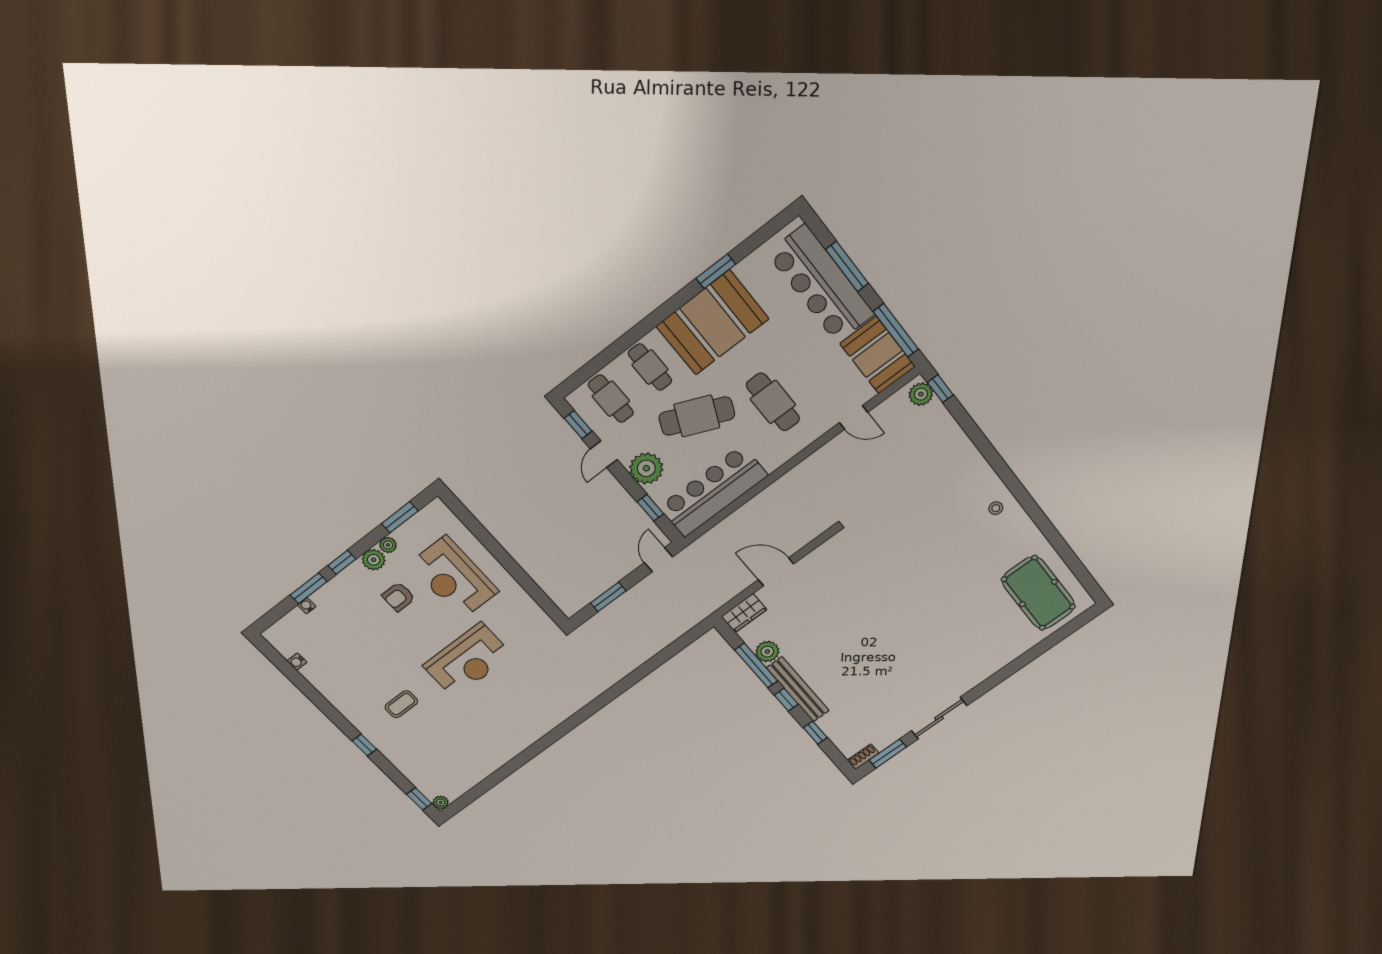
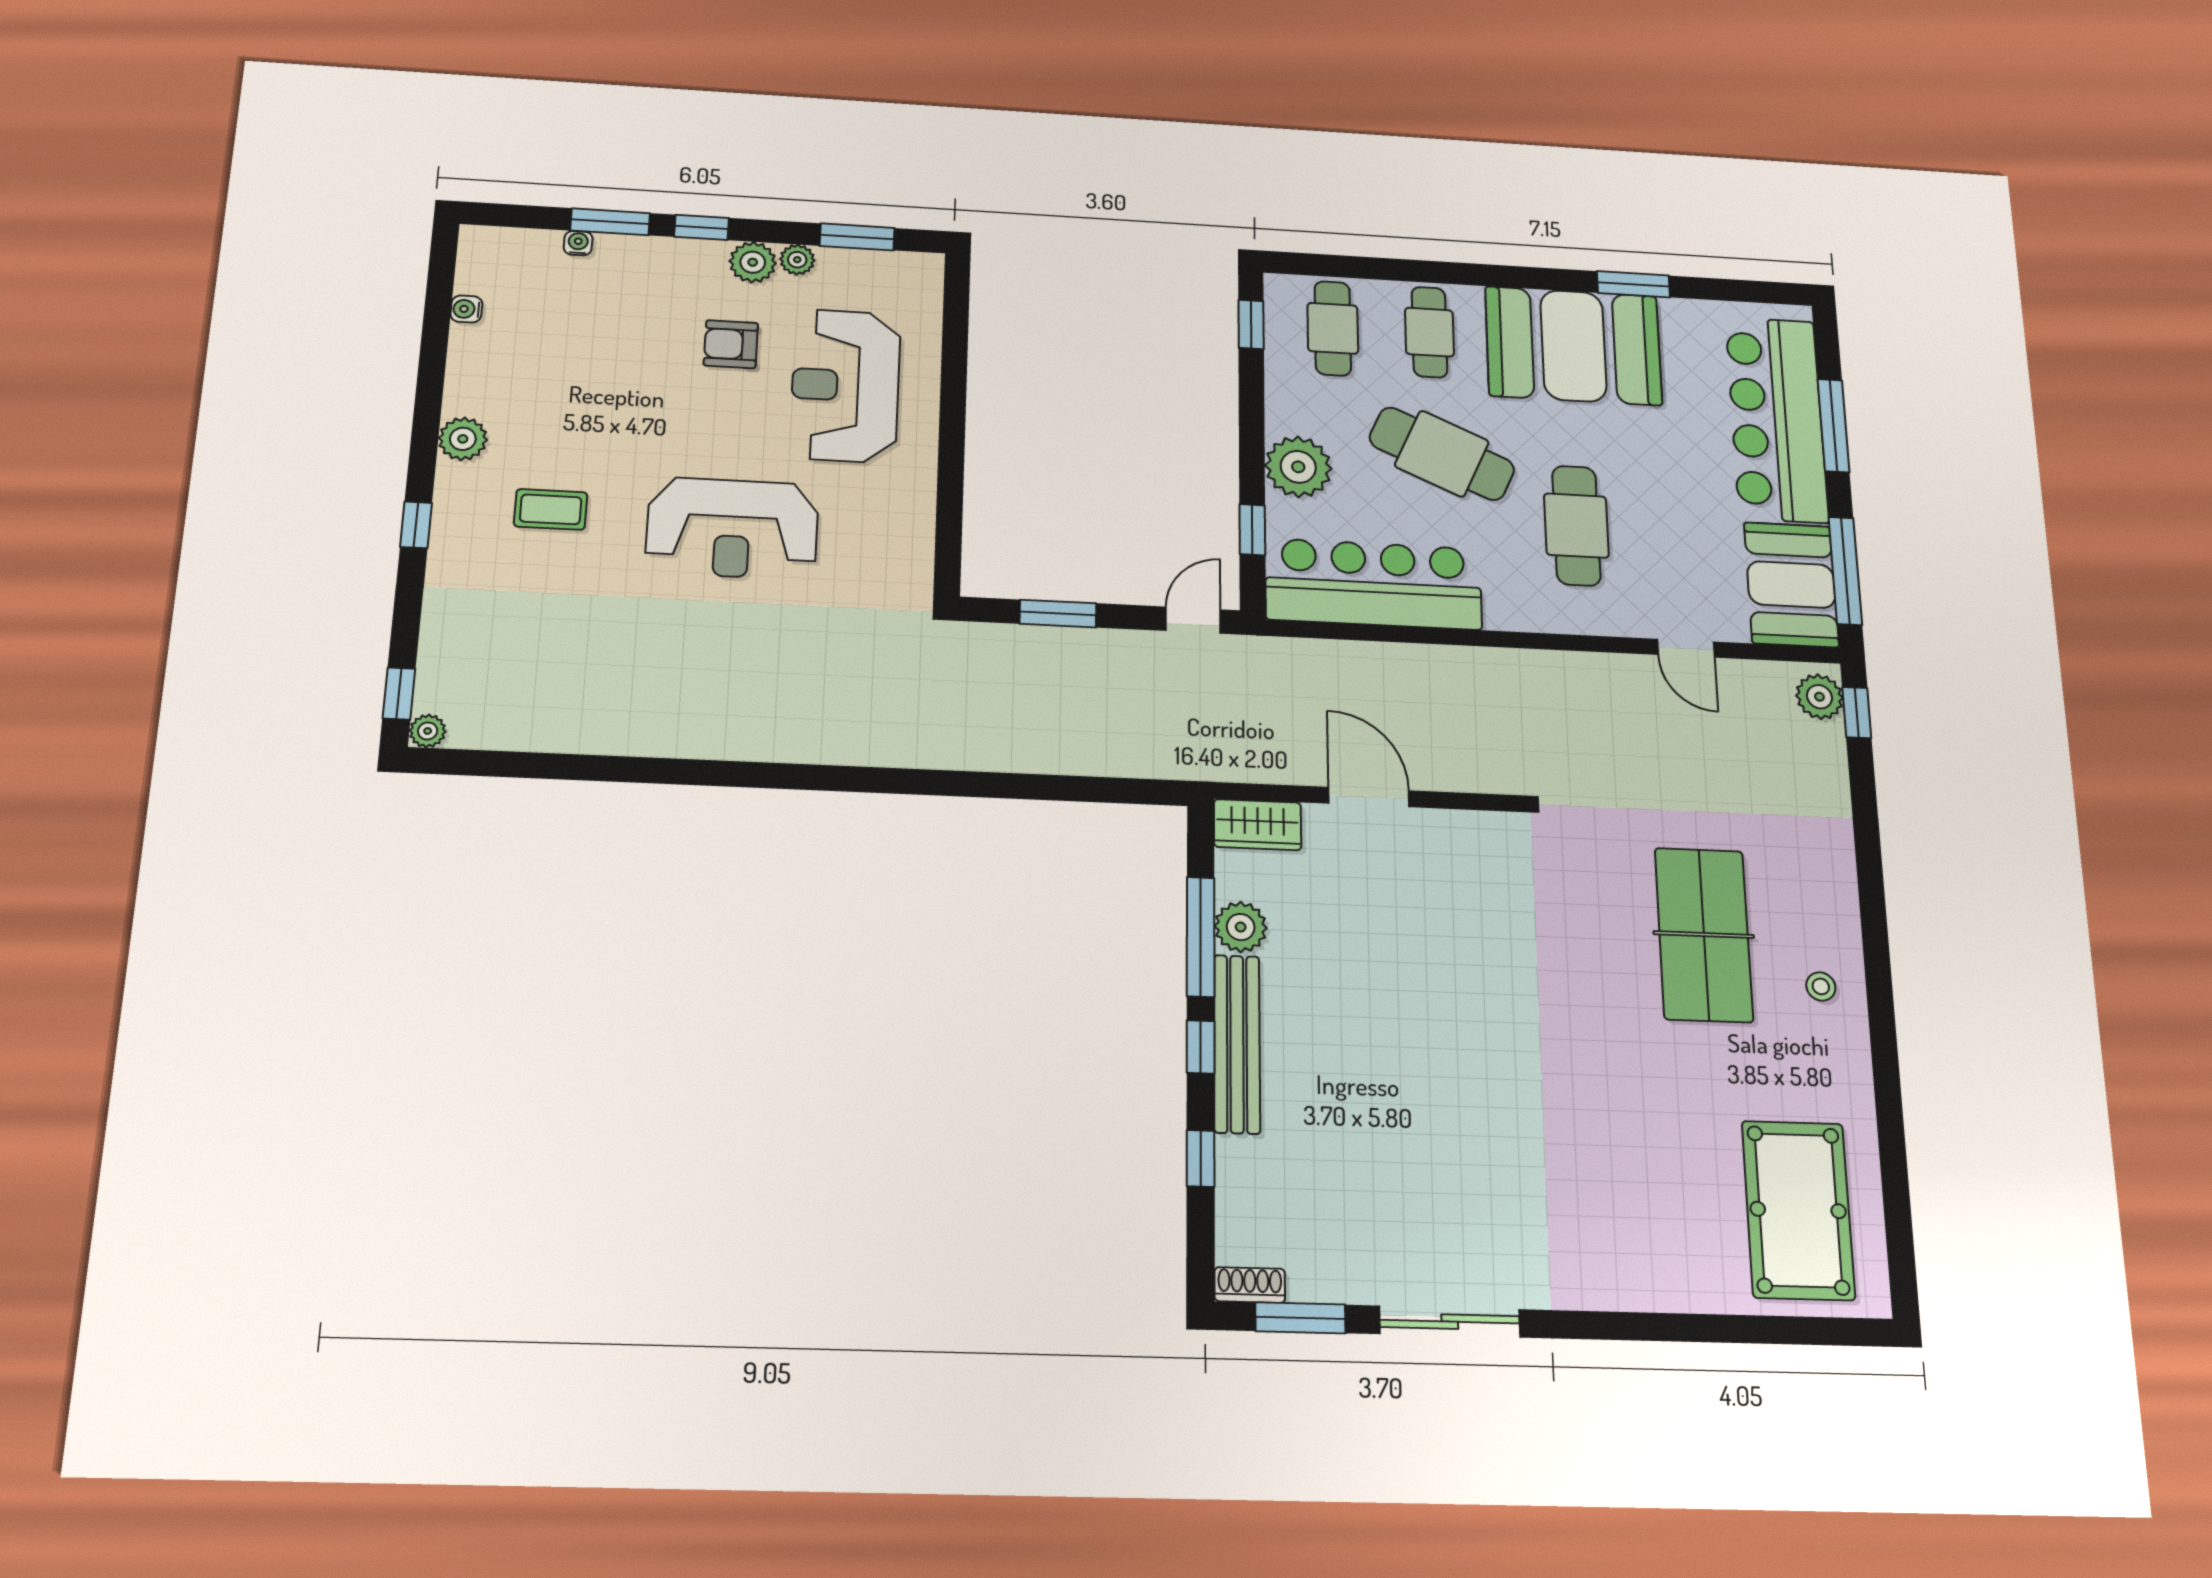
door: (604, 454) -> (1252, 395), removed
table tennis table: (938, 524) -> (1704, 935), added
plant: (347, 706) -> (463, 439), added

